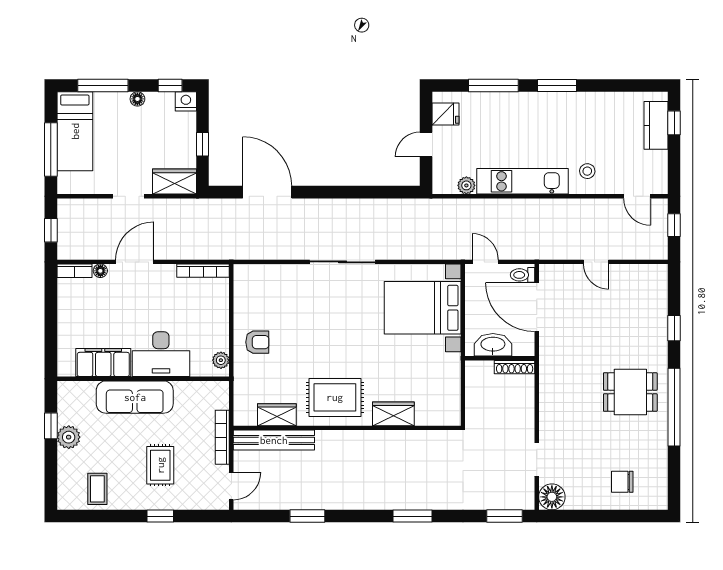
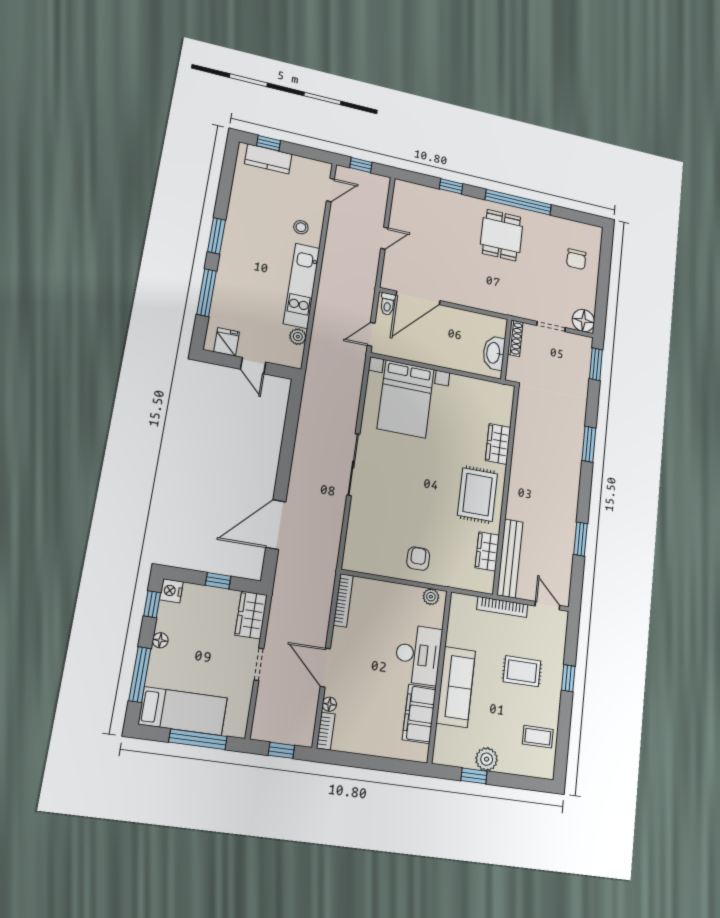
washbasin: (493, 345) -> (494, 353), moved
wall: (500, 358) -> (506, 349), moved
shoe rack: (515, 367) -> (515, 338), moved

